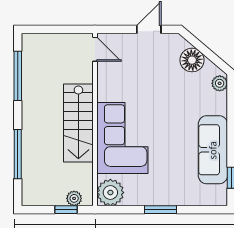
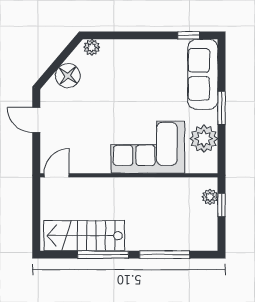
window: (18, 76) -> (103, 255), moved
stairs: (78, 123) -> (84, 236), moved, turned 180
sofa: (213, 150) -> (203, 74), moved, turned 90
plant: (110, 193) -> (204, 139), moved

